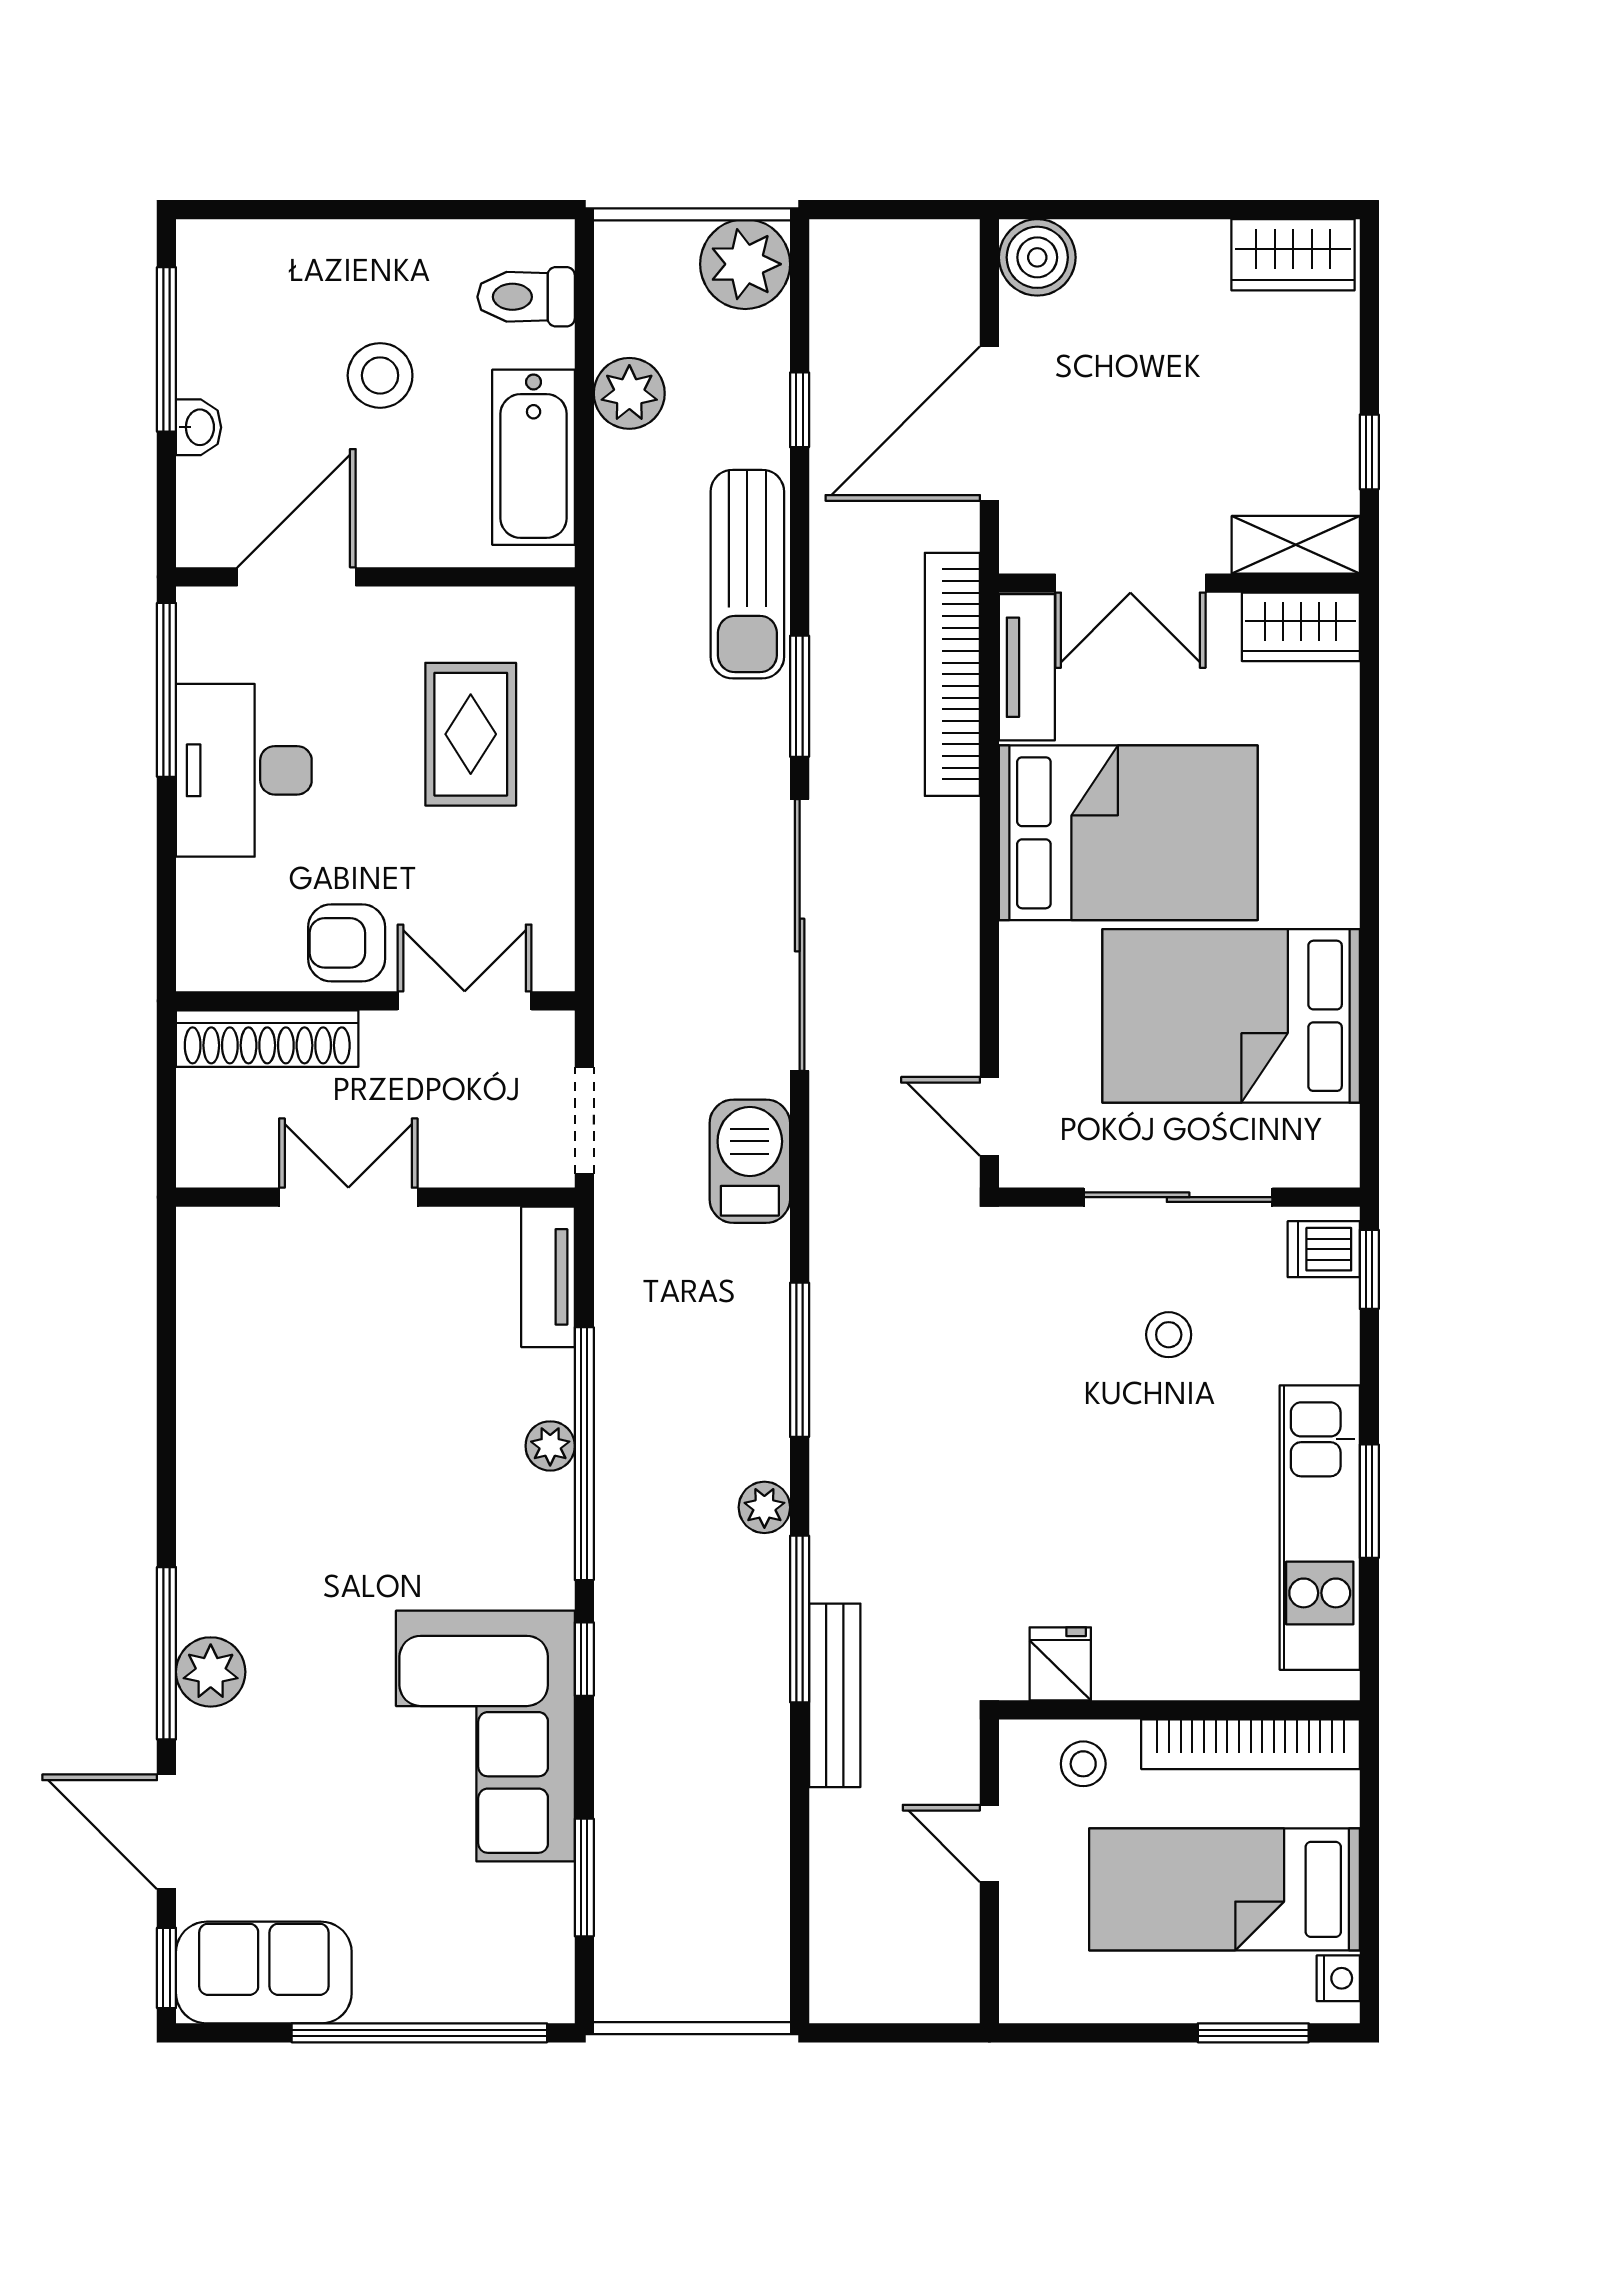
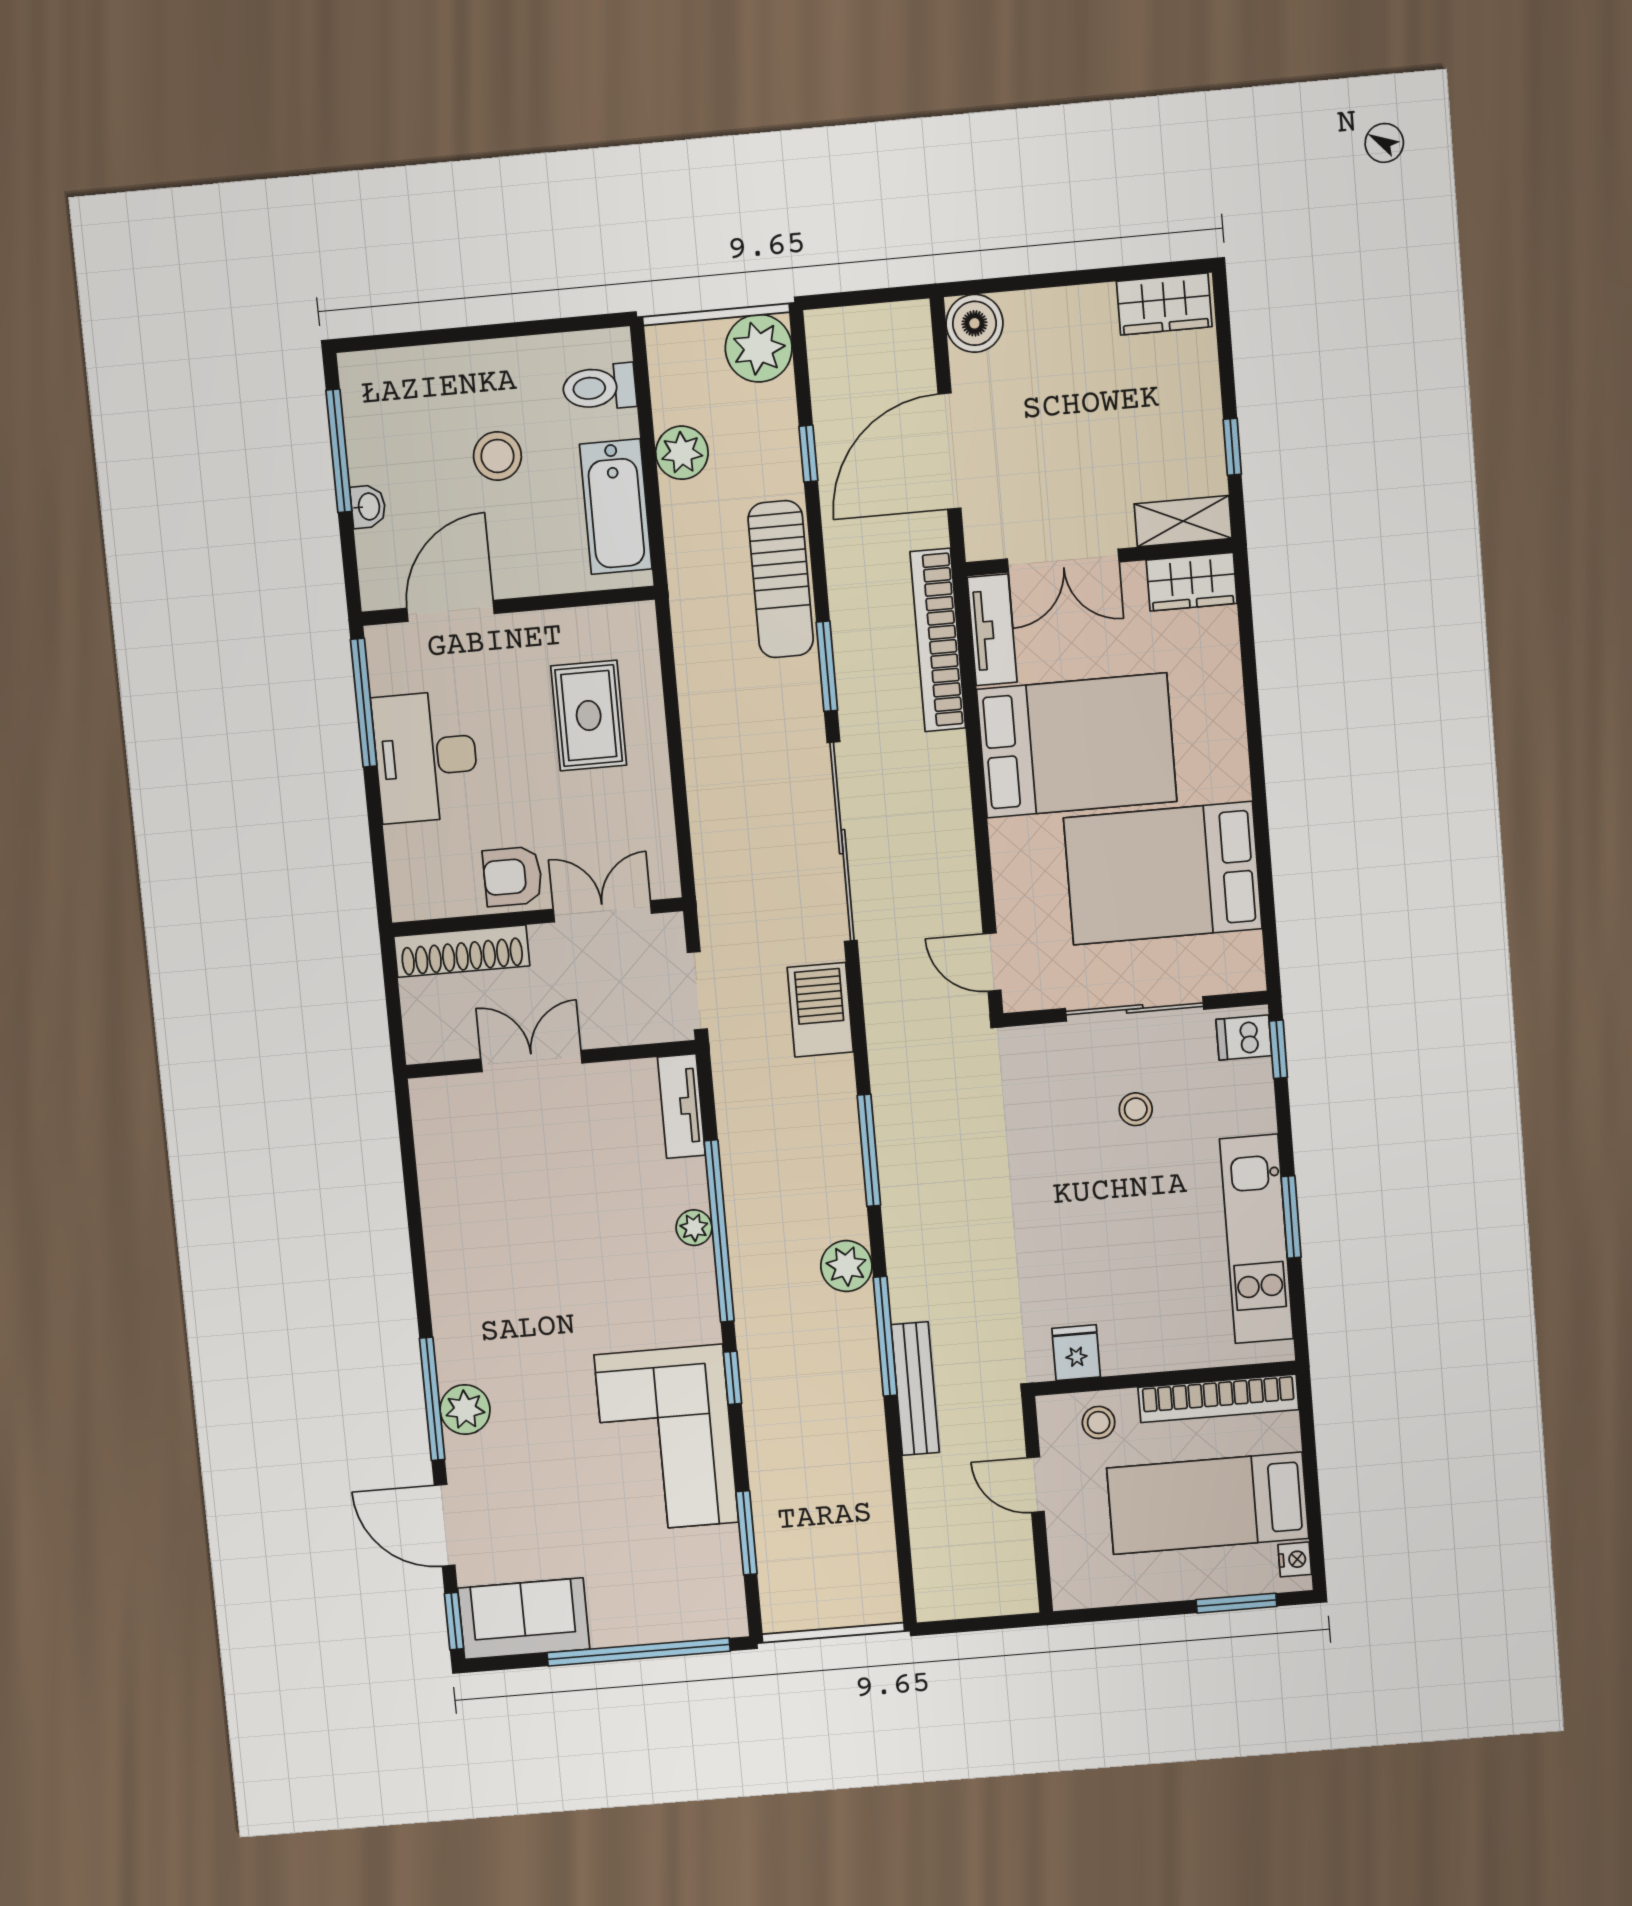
plant: (764, 1507) -> (846, 1266), width x1.38, depth x1.38

